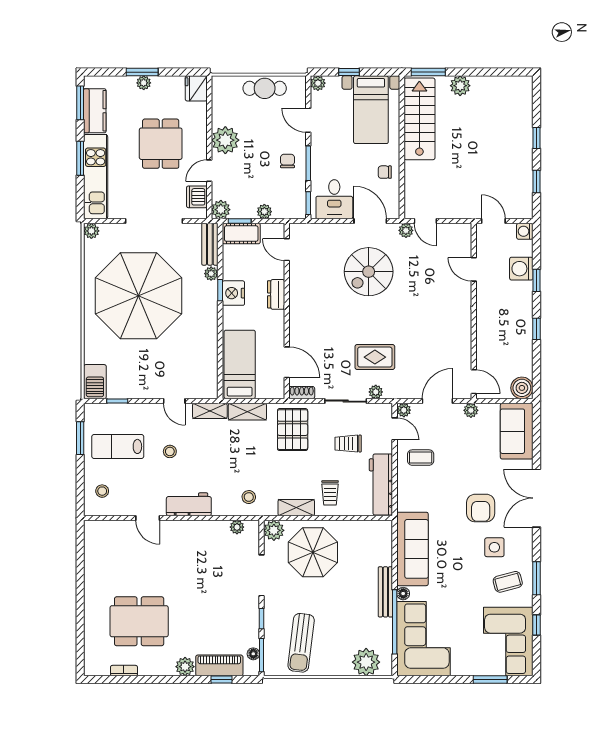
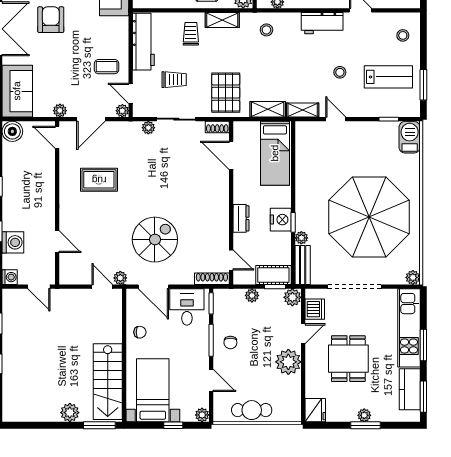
shoe rack: (307, 230) -> (212, 279), added
rug: (375, 357) -> (99, 180), moved

